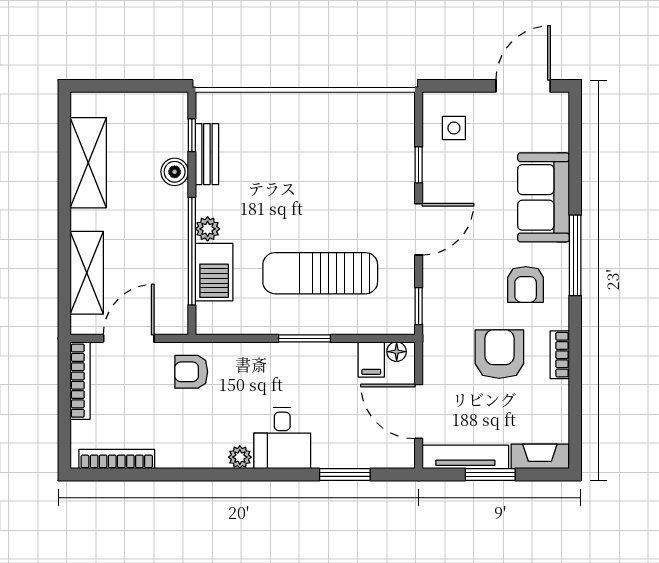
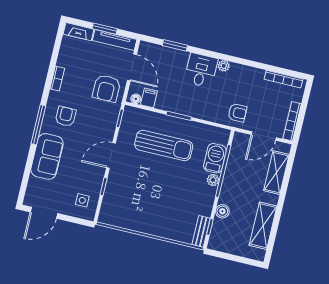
bench: (207, 154) -> (201, 232), moved
armchair: (499, 354) -> (106, 88), moved

